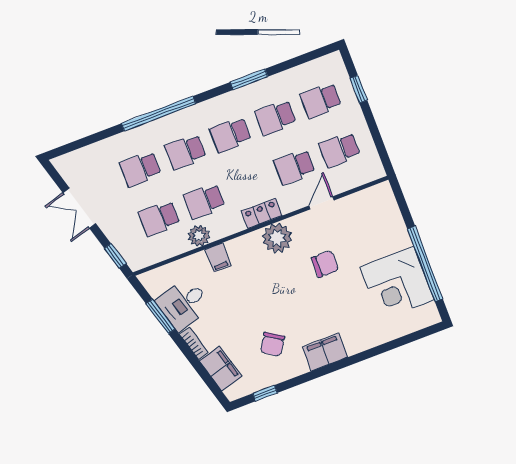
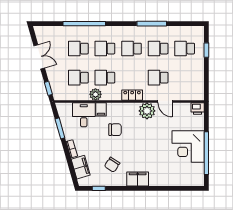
window: (249, 79) -> (152, 24), width x1.44
window: (159, 114) -> (84, 24), moved
school desk: (340, 150) -> (185, 78), removed
printer: (381, 194) -> (198, 109), added
door: (321, 203) -> (165, 101), swing flipped
double door: (79, 208) -> (39, 57), swing flipped
plant: (277, 238) -> (147, 111), moved
chair: (325, 264) -> (115, 130), moved
corner desk: (397, 284) -> (188, 146), moved
desk: (184, 304) -> (84, 115), moved, turned 106

